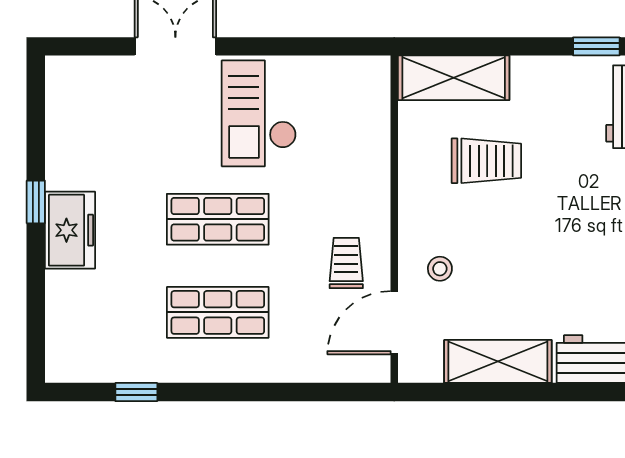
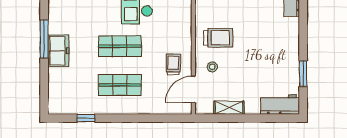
trolley: (486, 161) -> (218, 38), moved
window: (36, 202) -> (44, 39), width x2.17
shelving: (498, 361) -> (229, 108), width x0.67, depth x0.75

